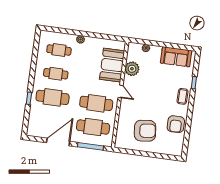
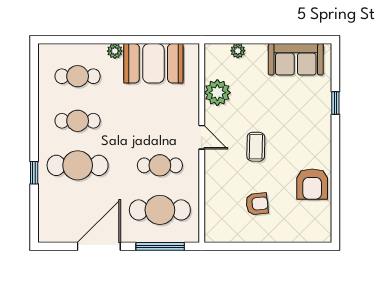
booth: (112, 65) -> (153, 63), moved, turned 90
coffee table: (183, 96) -> (256, 147), moved
cafe table: (96, 103) -> (160, 165), width x0.73, depth x0.74
armchair: (145, 131) -> (257, 204), width x0.53, depth x0.53

